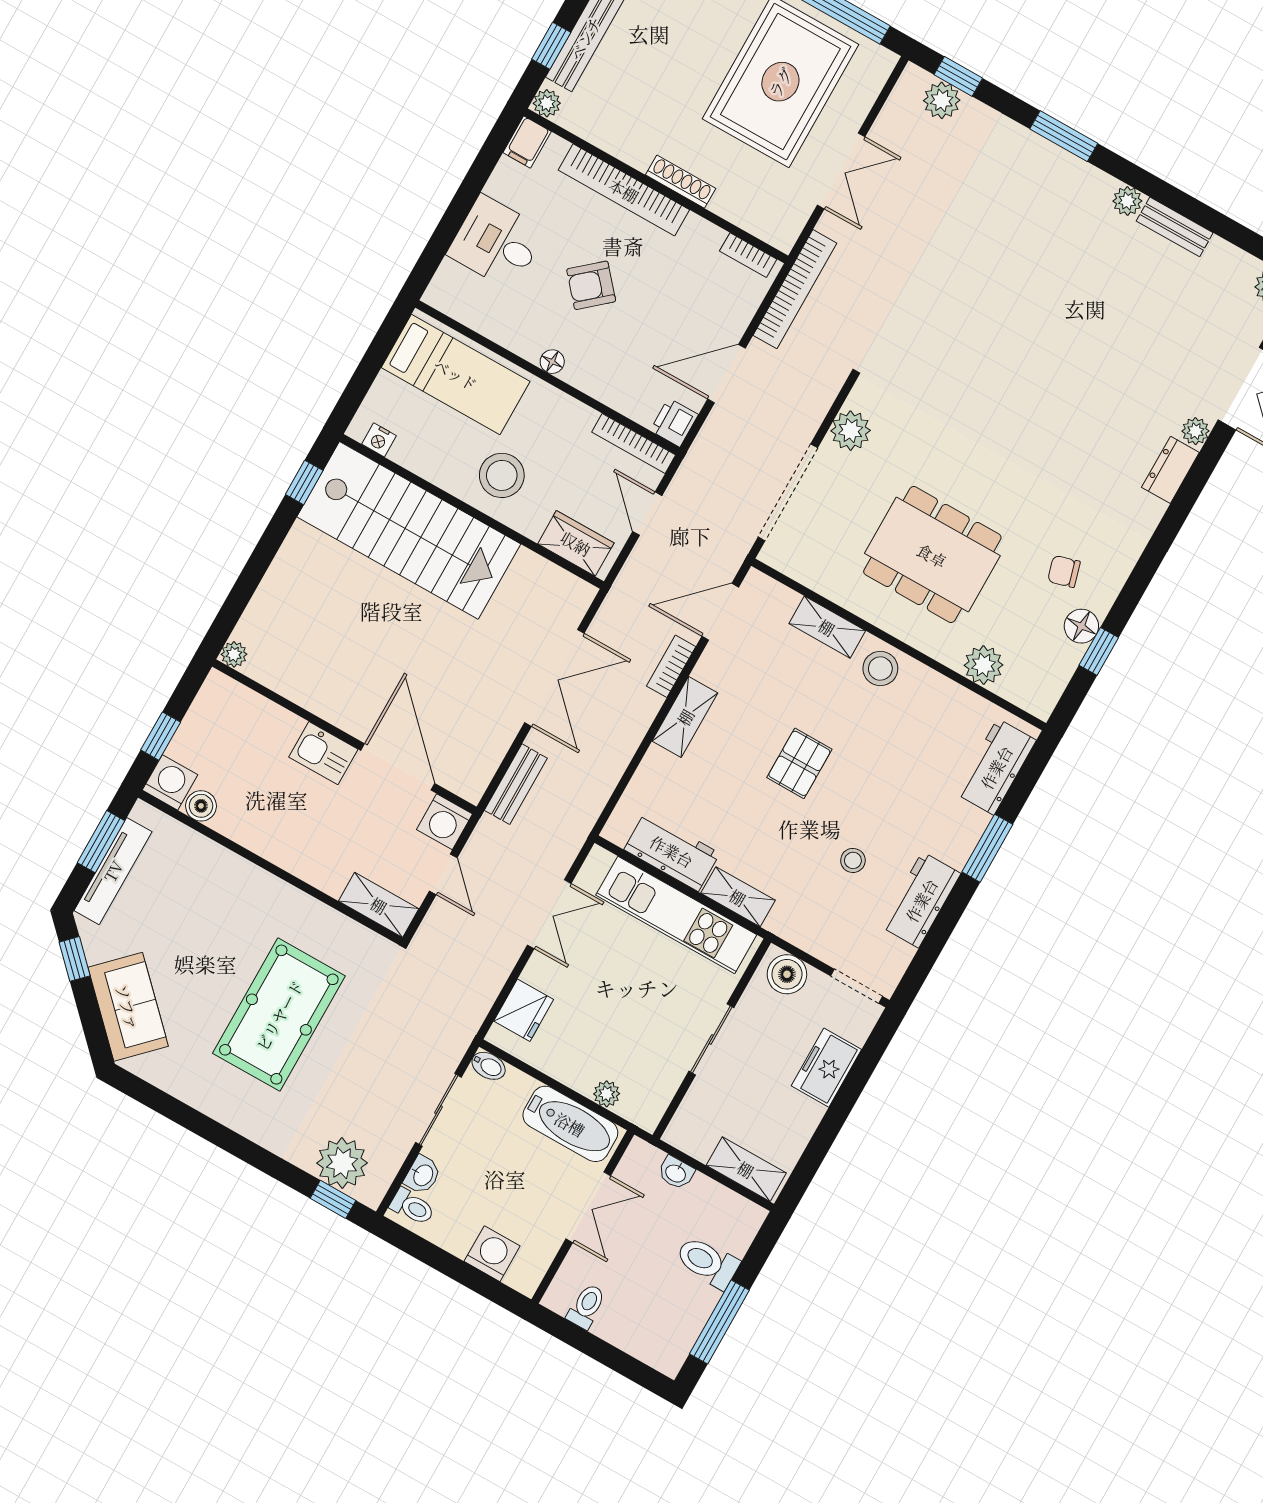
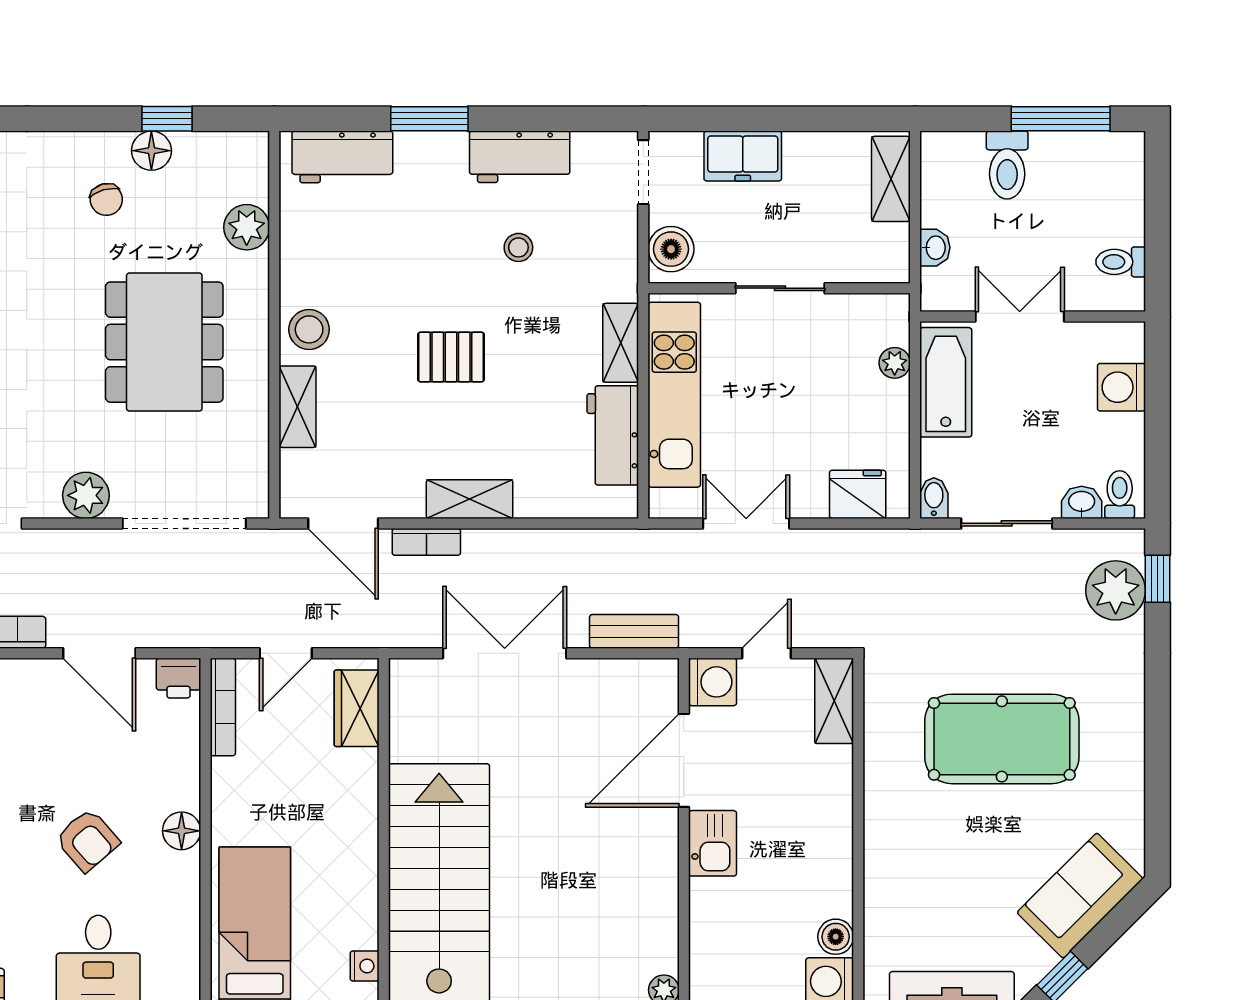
floor lamp: (552, 362) -> (182, 831), width x1.37, depth x1.37
stool: (502, 475) -> (330, 822), removed

